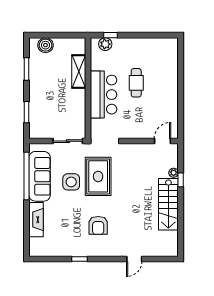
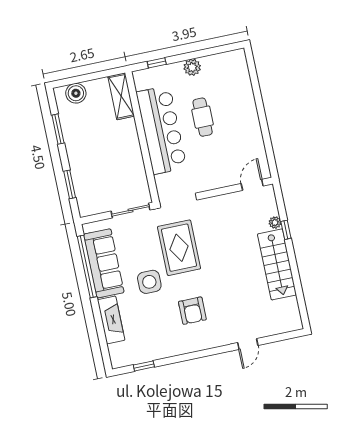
plant: (105, 44) -> (192, 67), moved
shelving: (79, 71) -> (121, 96), moved
bar counter: (103, 95) -> (161, 130), width x1.36
side table: (71, 182) -> (149, 282), moved
window: (80, 259) -> (144, 366), moved

